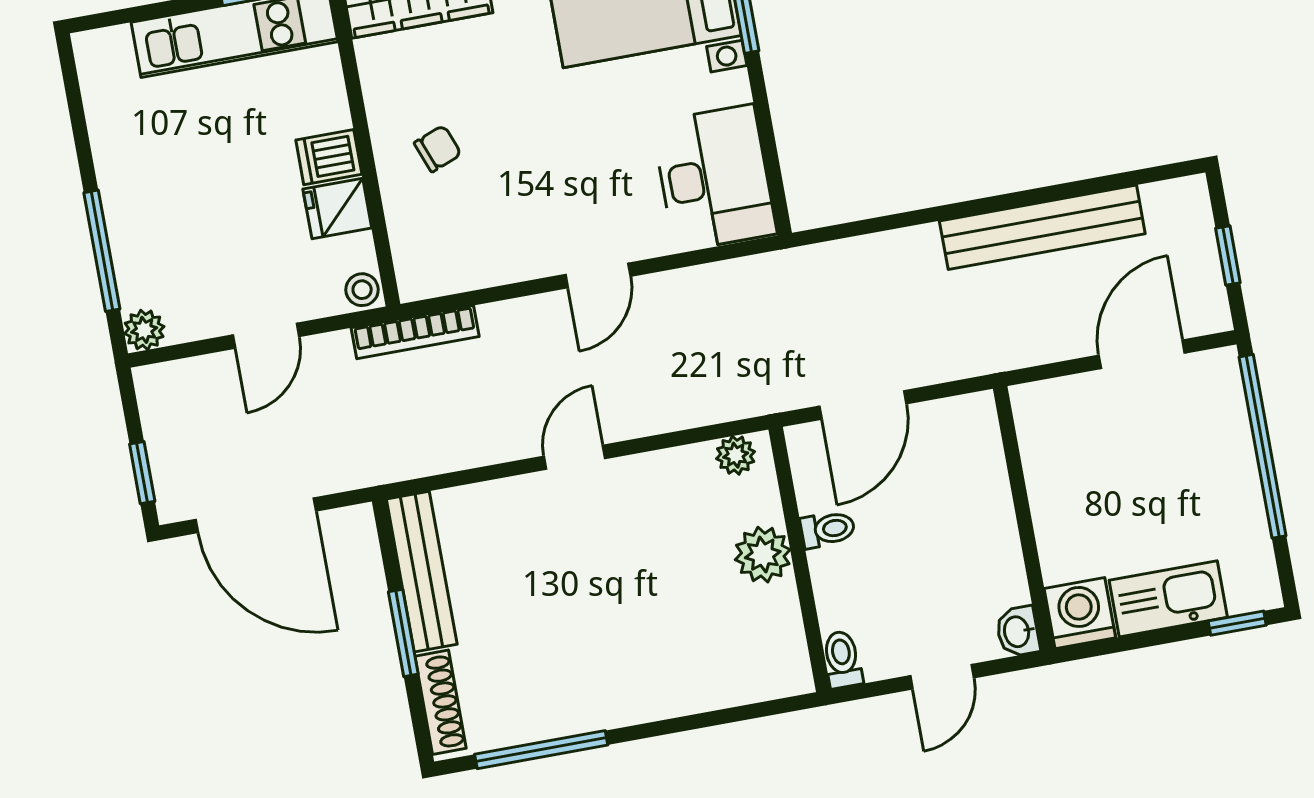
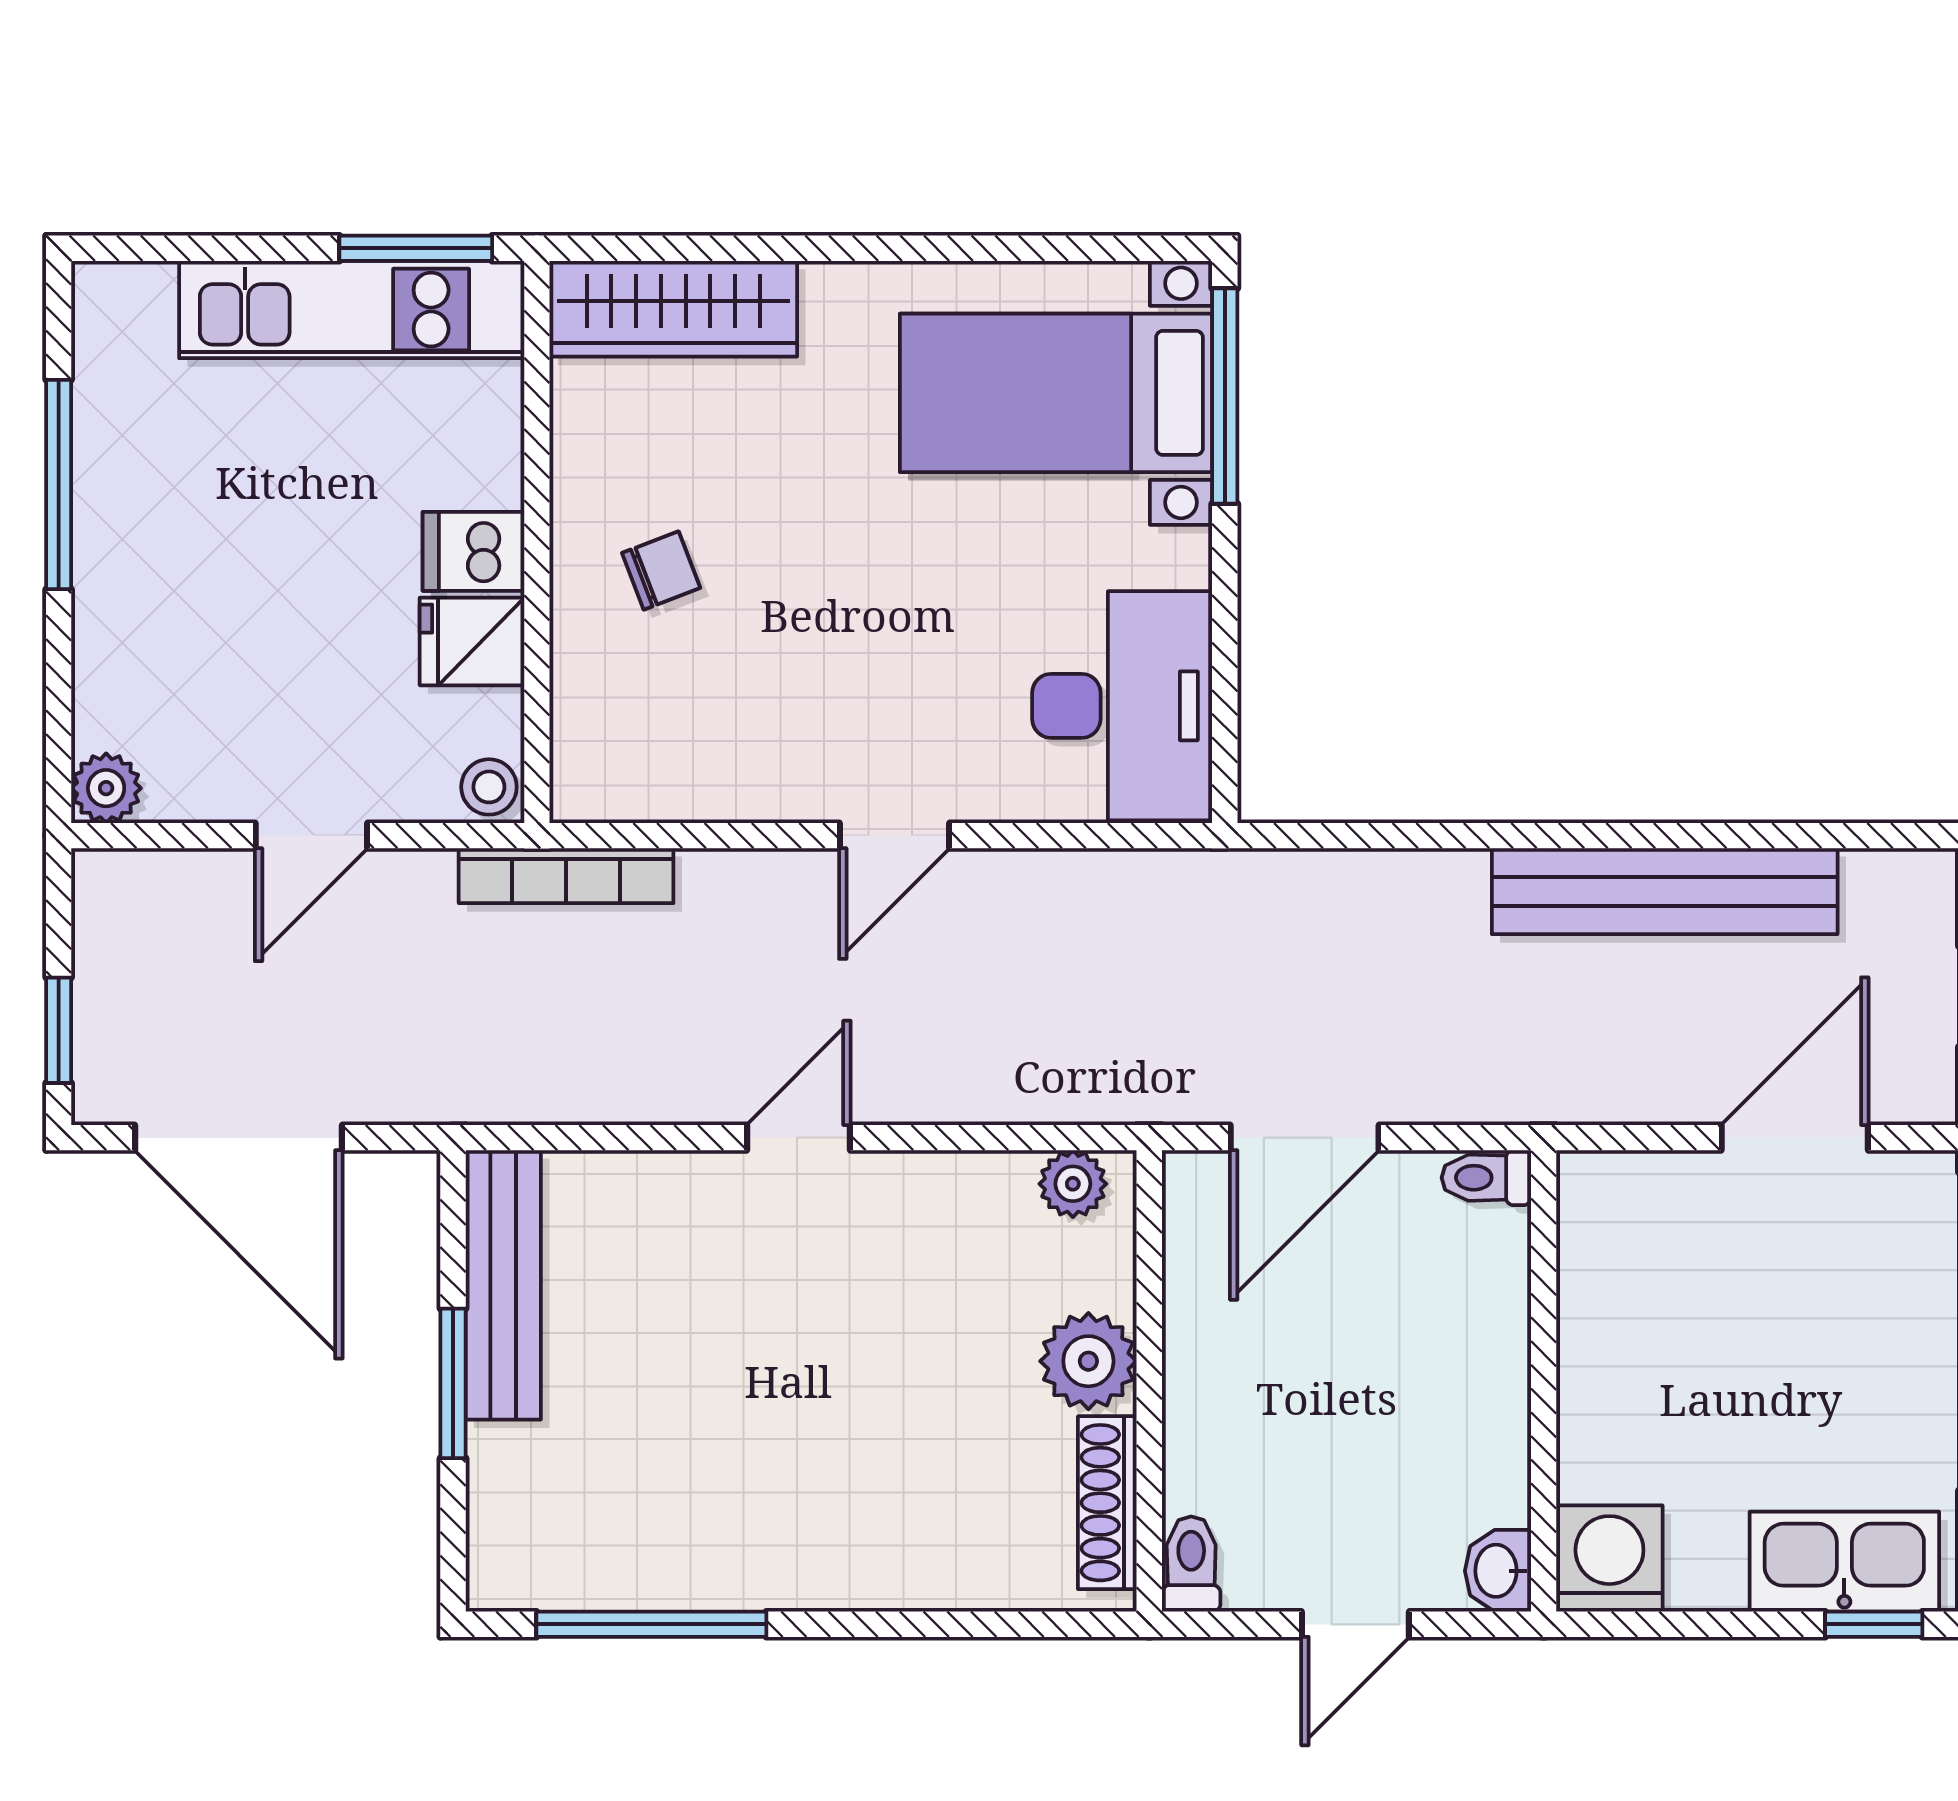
window: (102, 251) -> (59, 484), moved
toilet: (828, 529) -> (1486, 1178), moved, turned 180
kitchen sink: (1168, 599) -> (1844, 1562), moved
shoe rack: (441, 702) -> (1107, 1503), moved, turned 180

